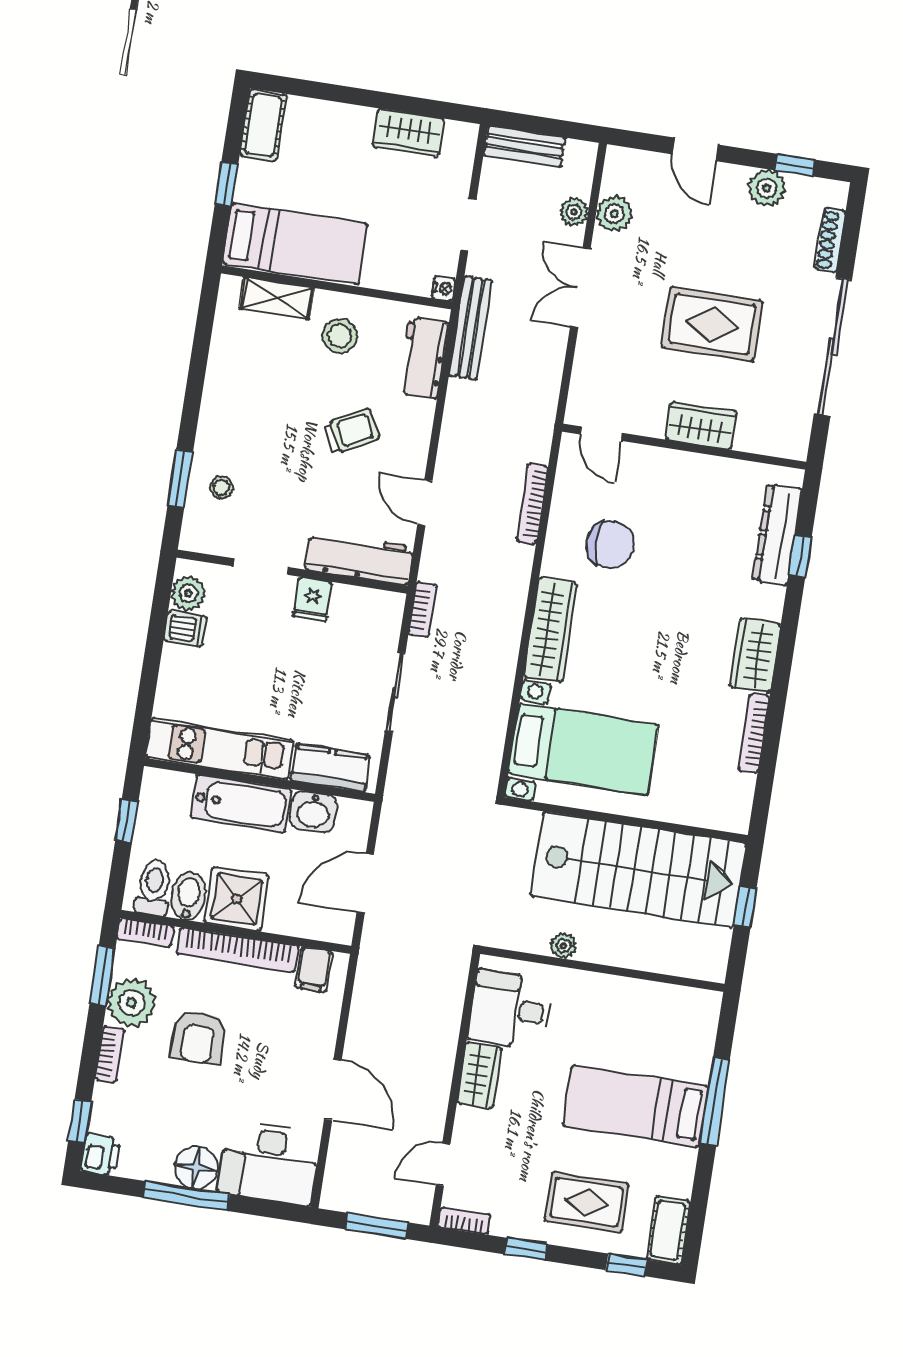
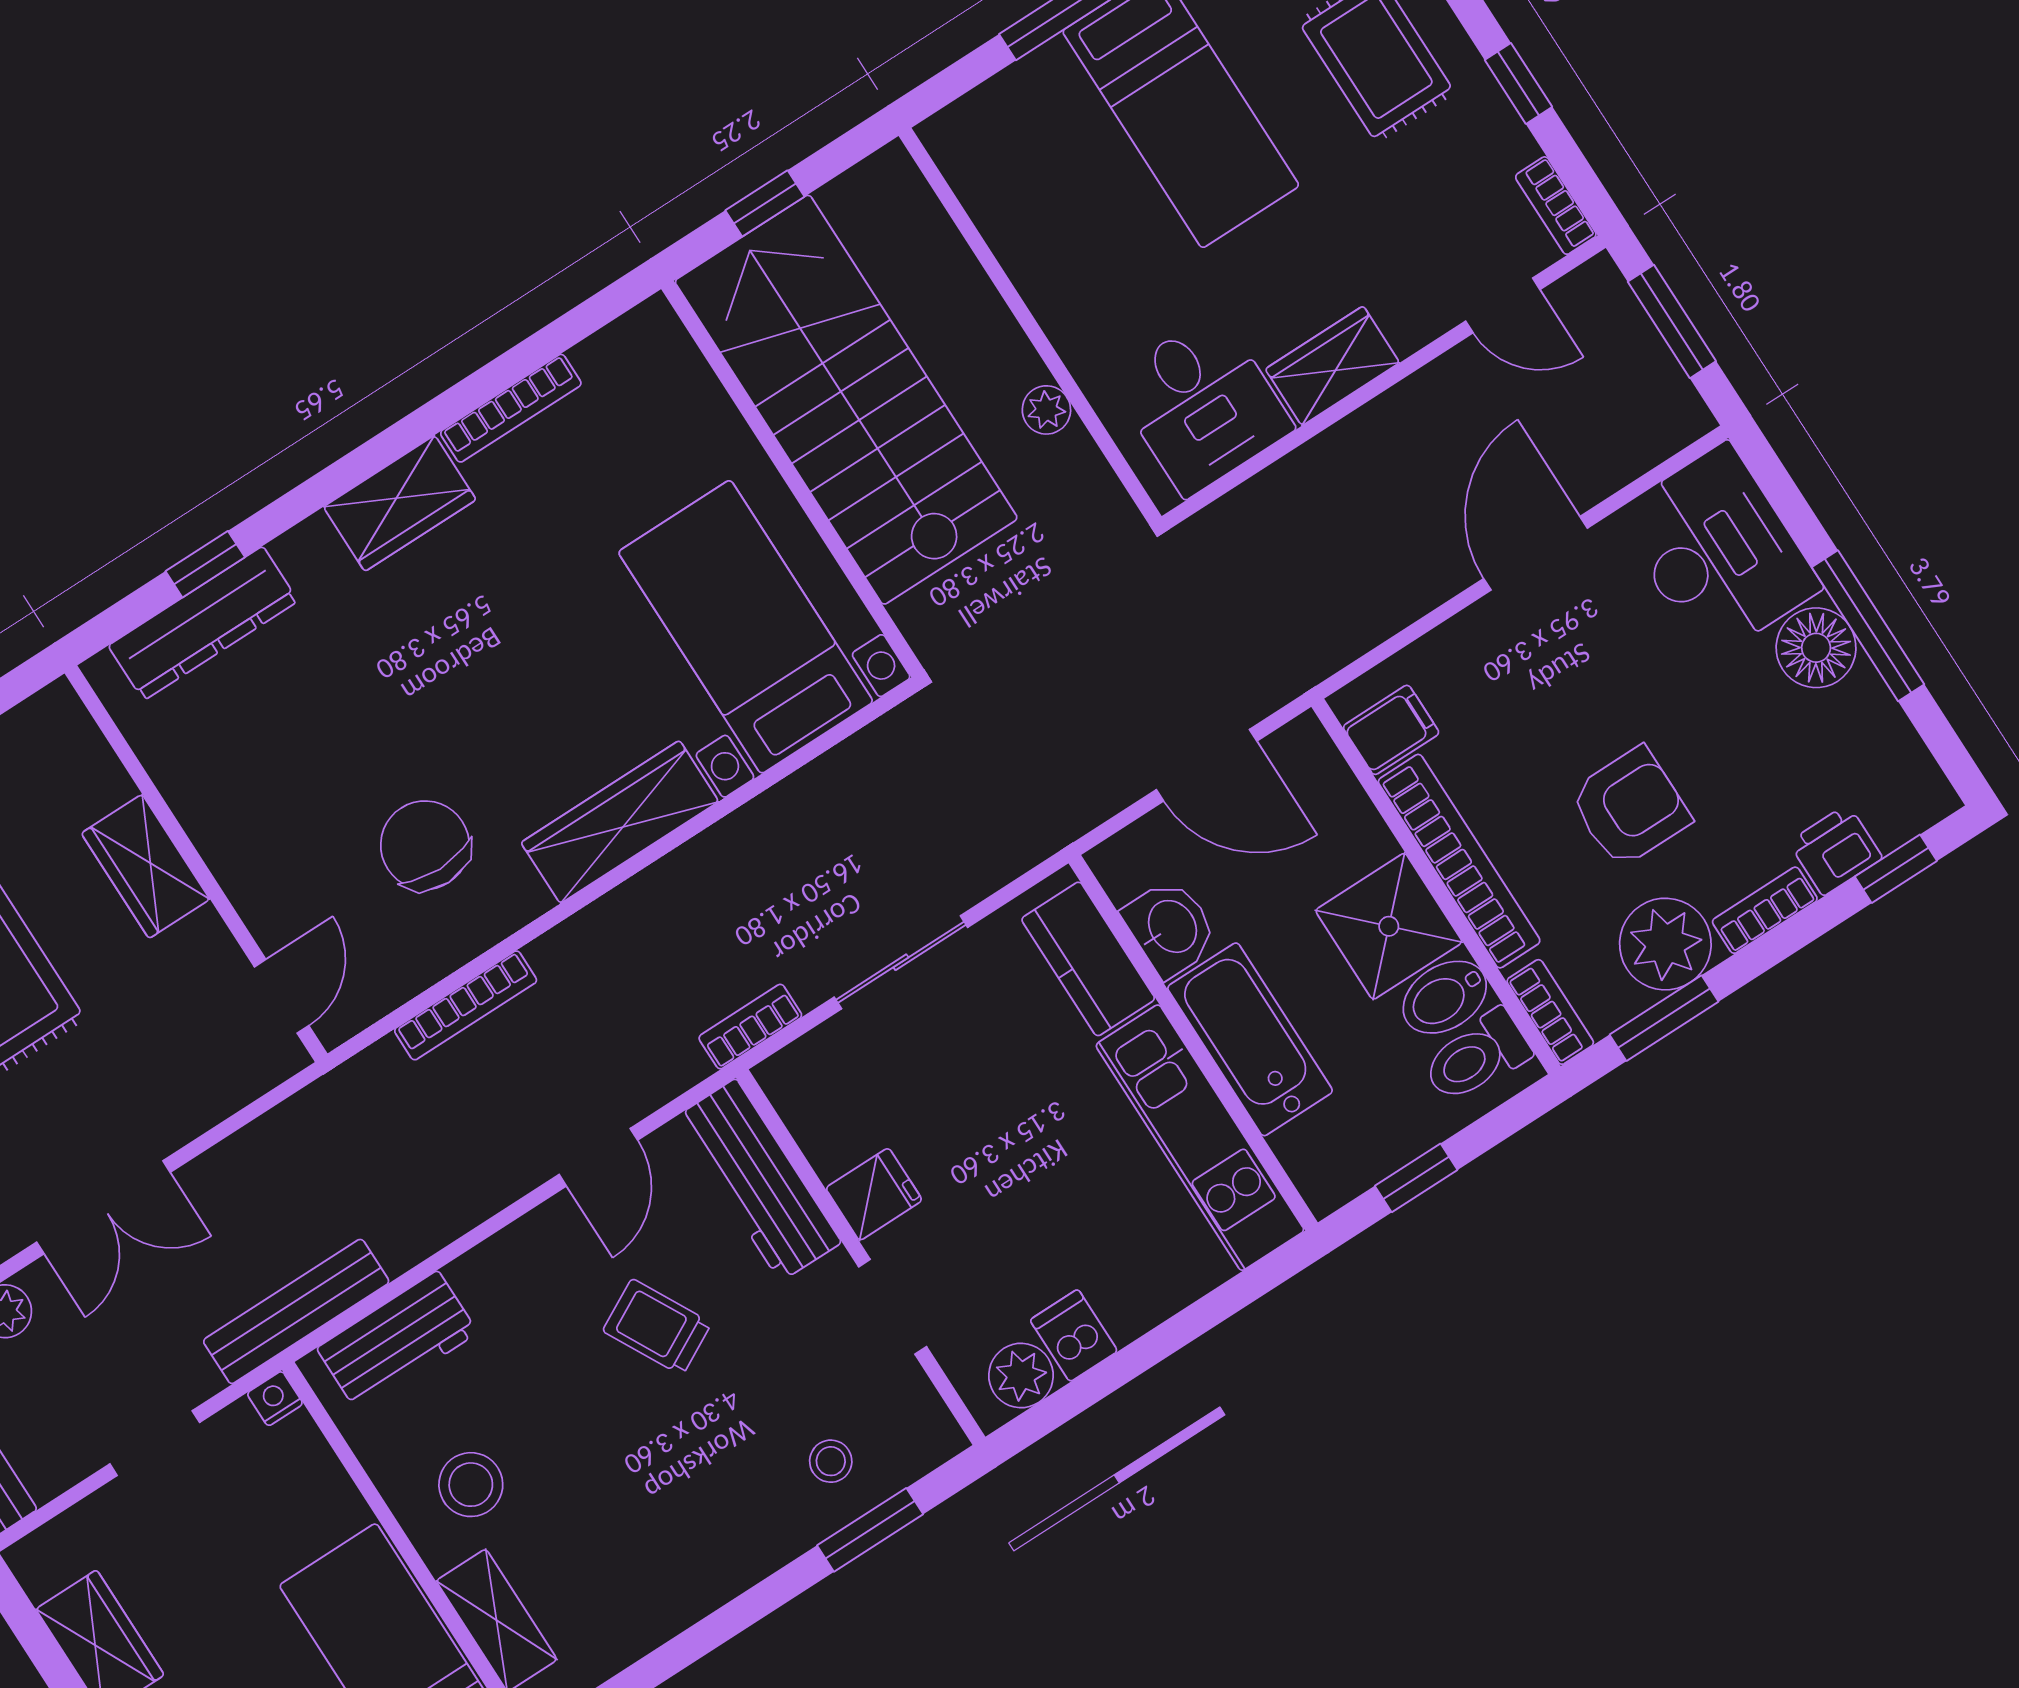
trolley: (352, 431) -> (657, 1327), moved
printer: (101, 1155) -> (1835, 850), moved

